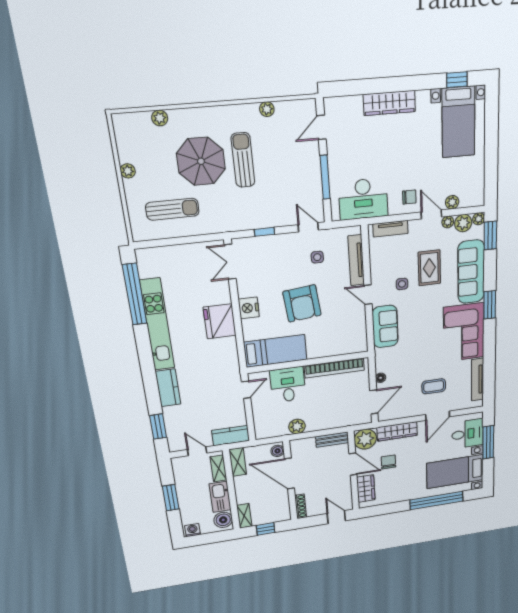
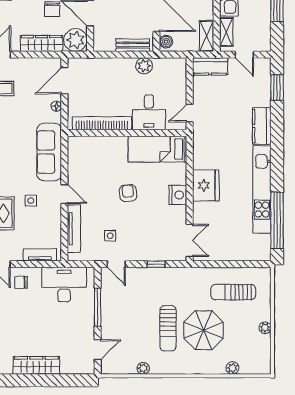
armchair: (302, 303) -> (128, 193), width x0.53, depth x0.53
sofa: (385, 327) -> (49, 152), width x1.36
bench: (332, 440) -> (133, 45), moved

